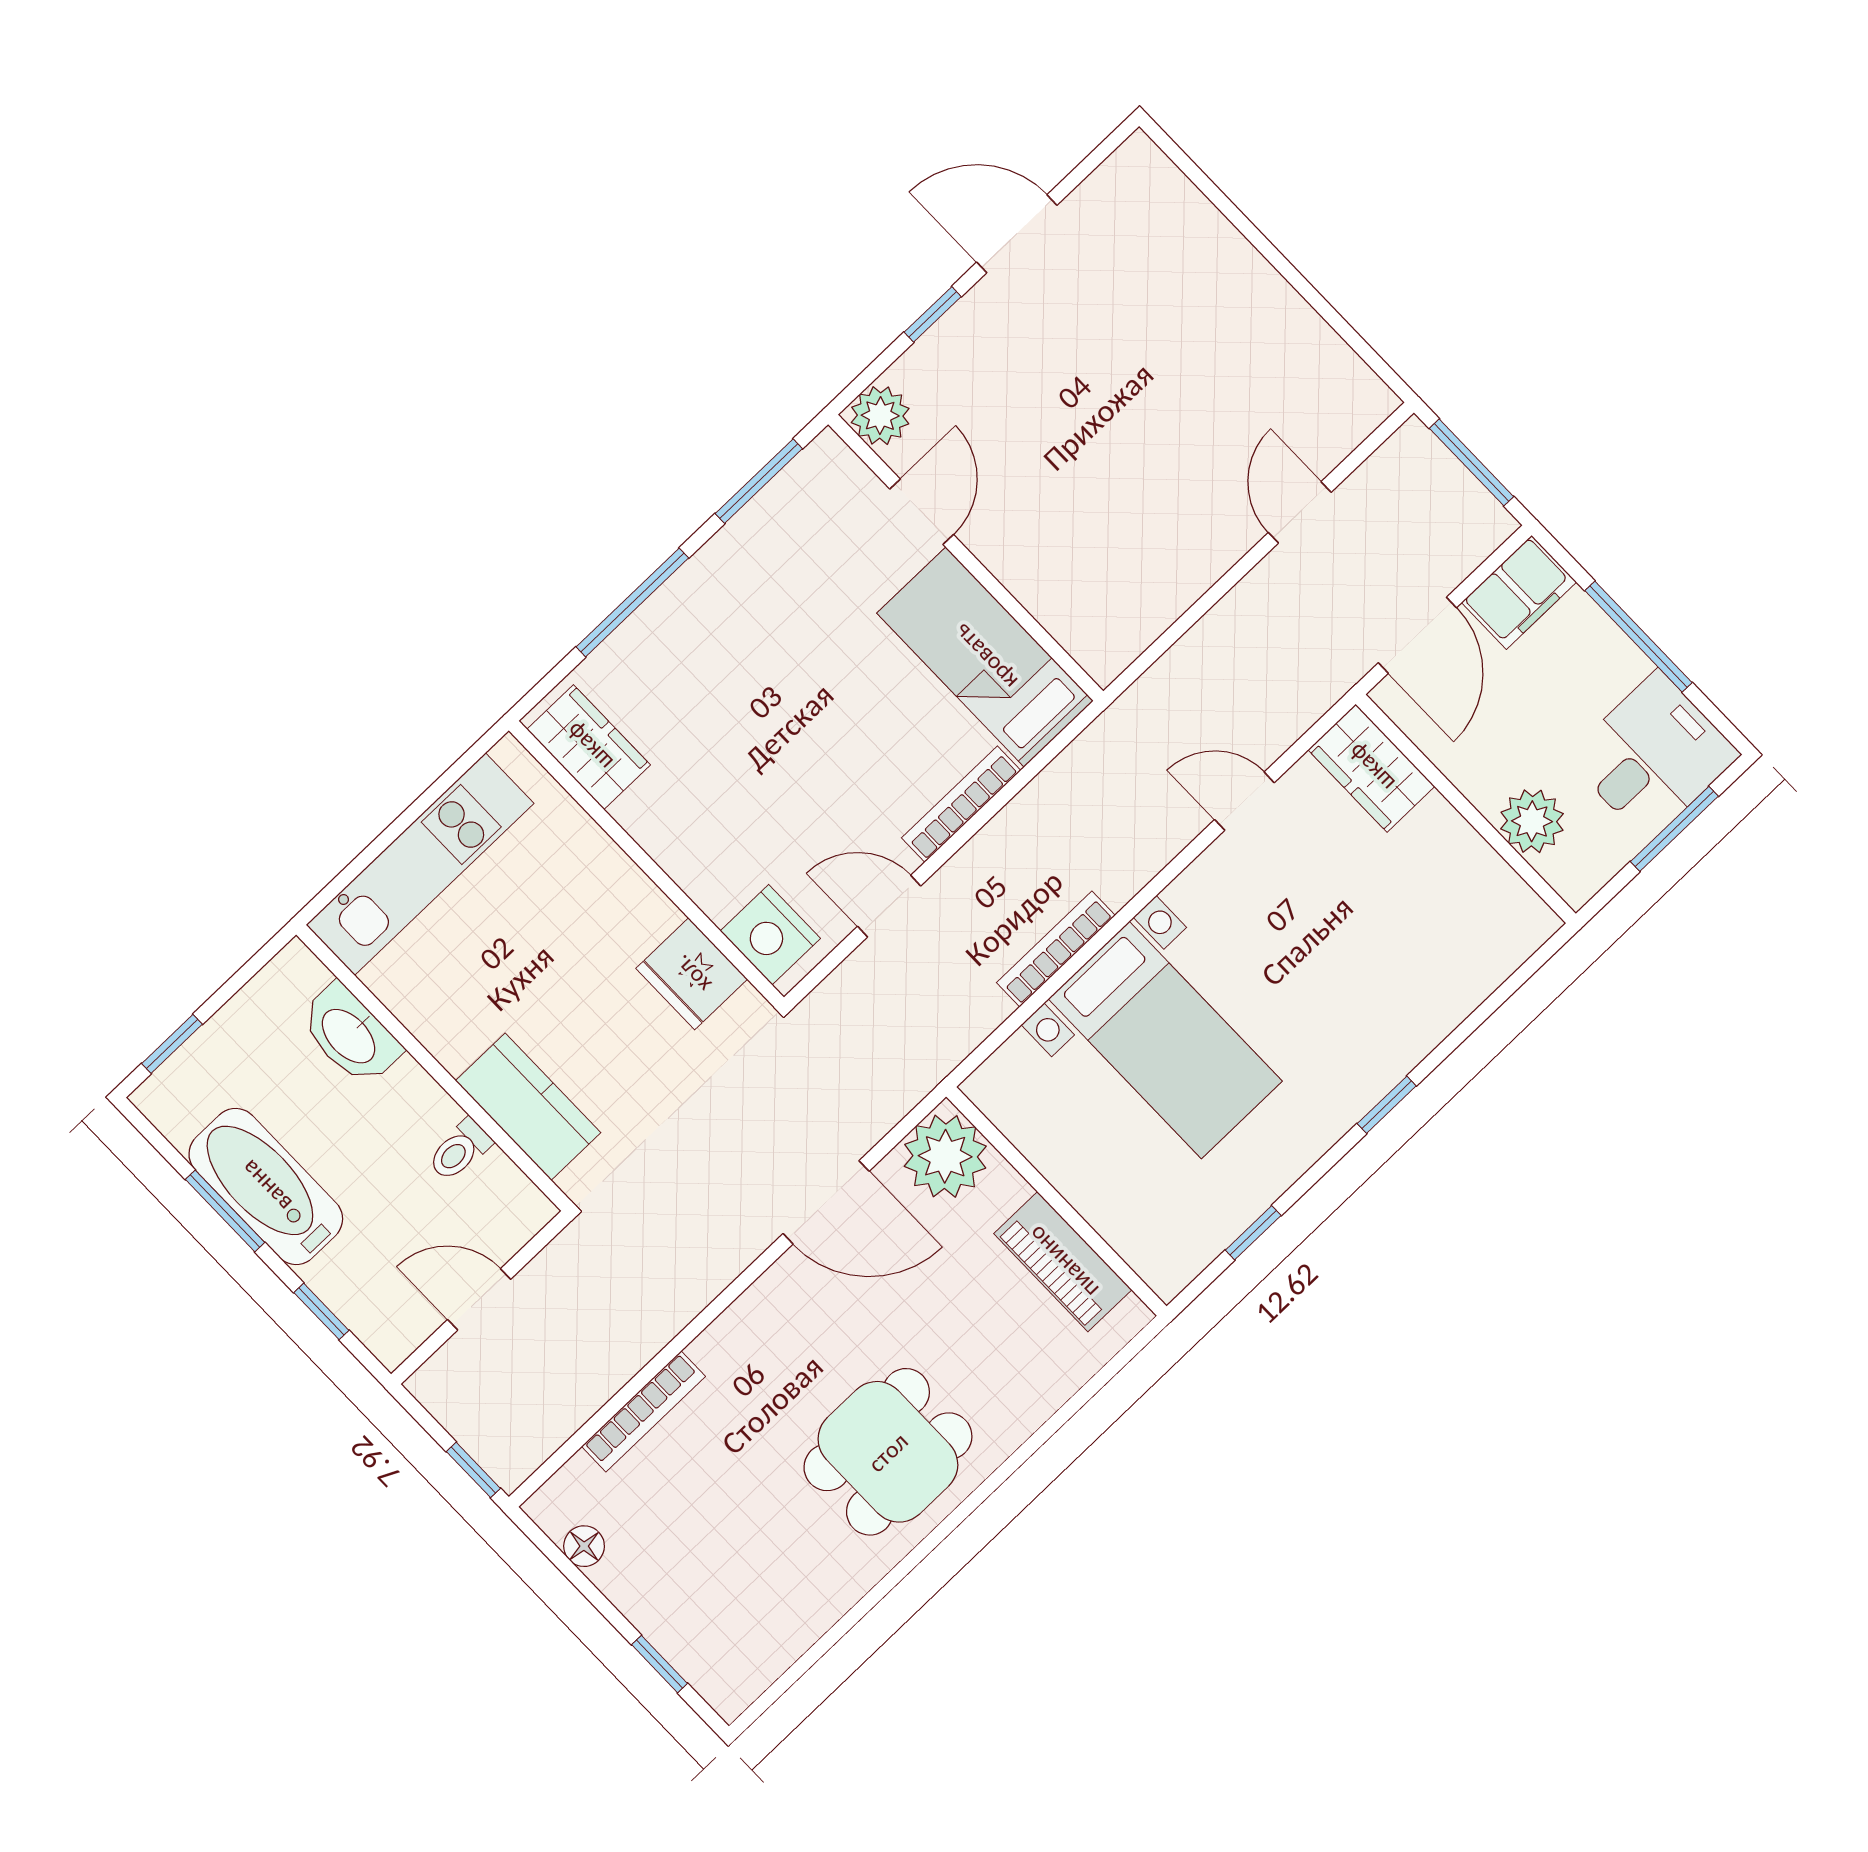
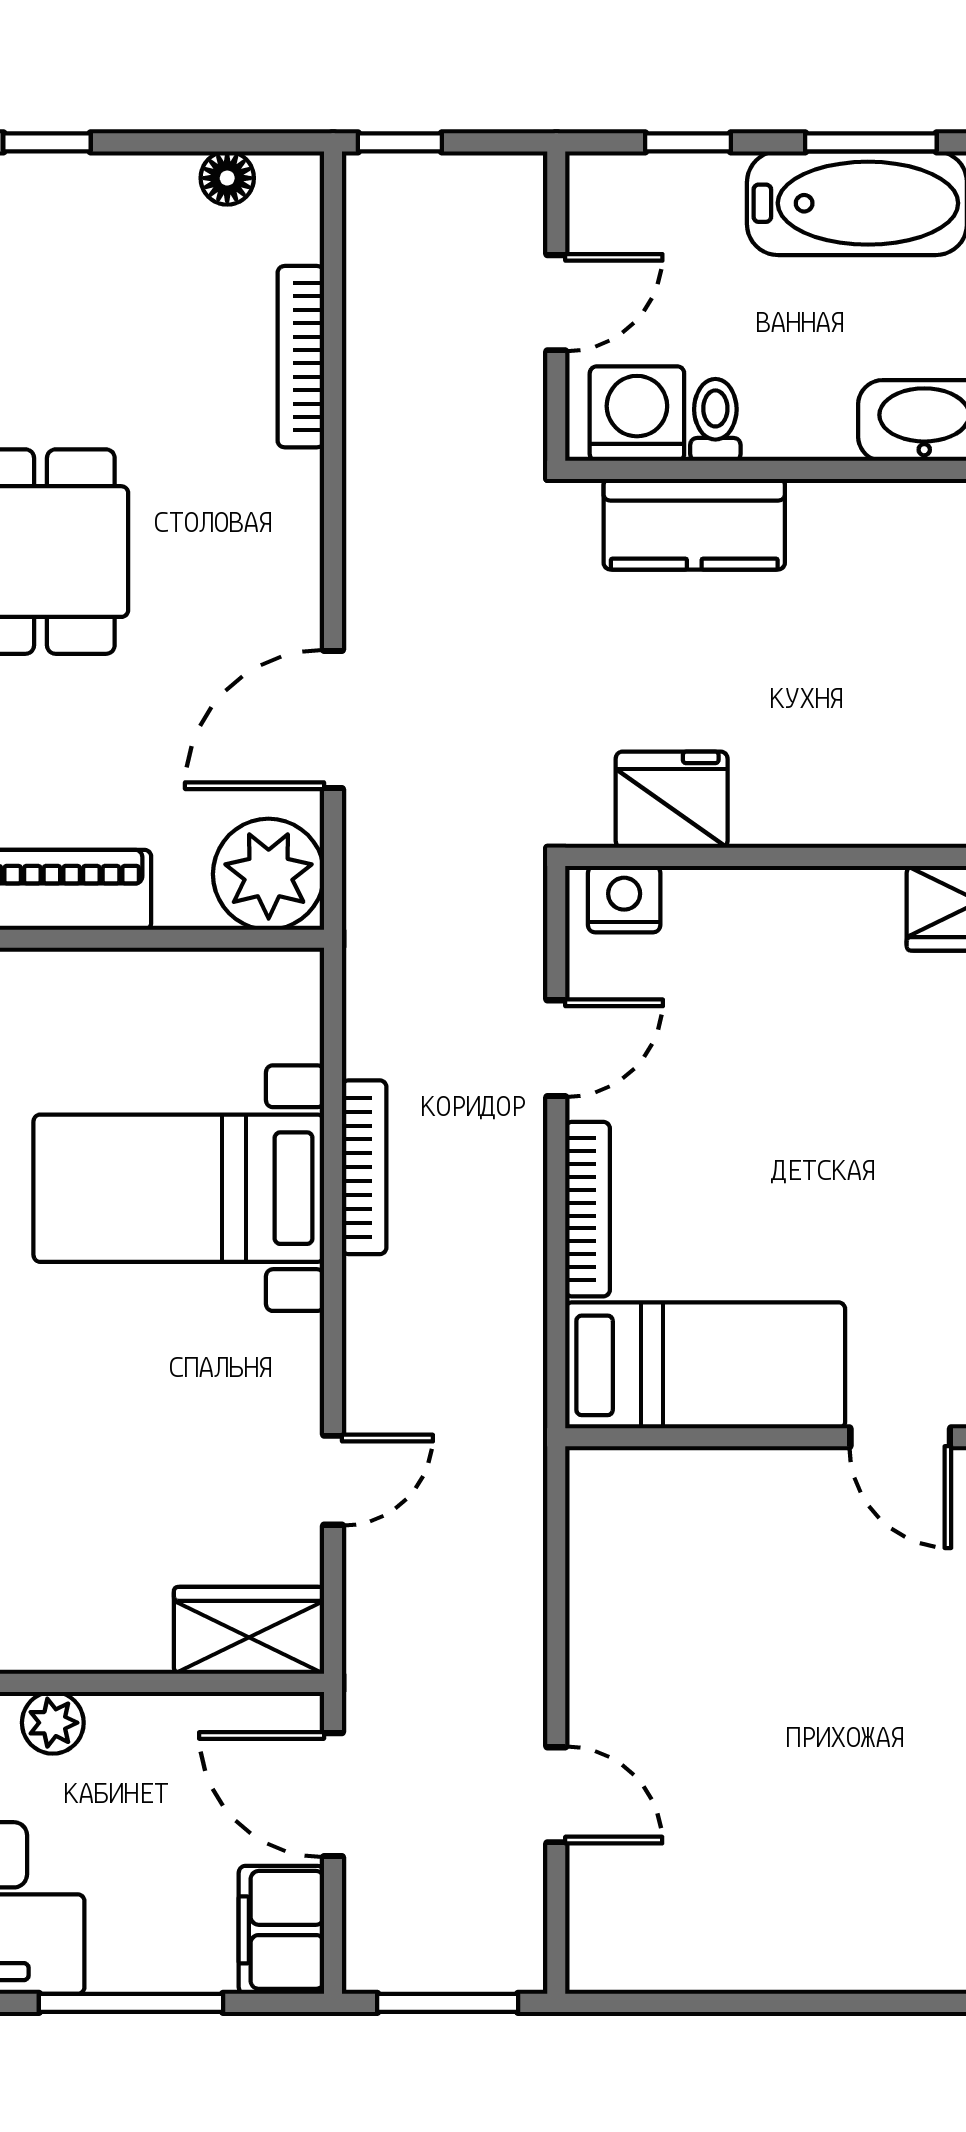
plant: (1532, 821) -> (53, 1723), width x0.73, depth x0.73
nightstand: (770, 935) -> (624, 899), width x0.74, depth x0.75
washing machine: (498, 1196) -> (637, 414), added

